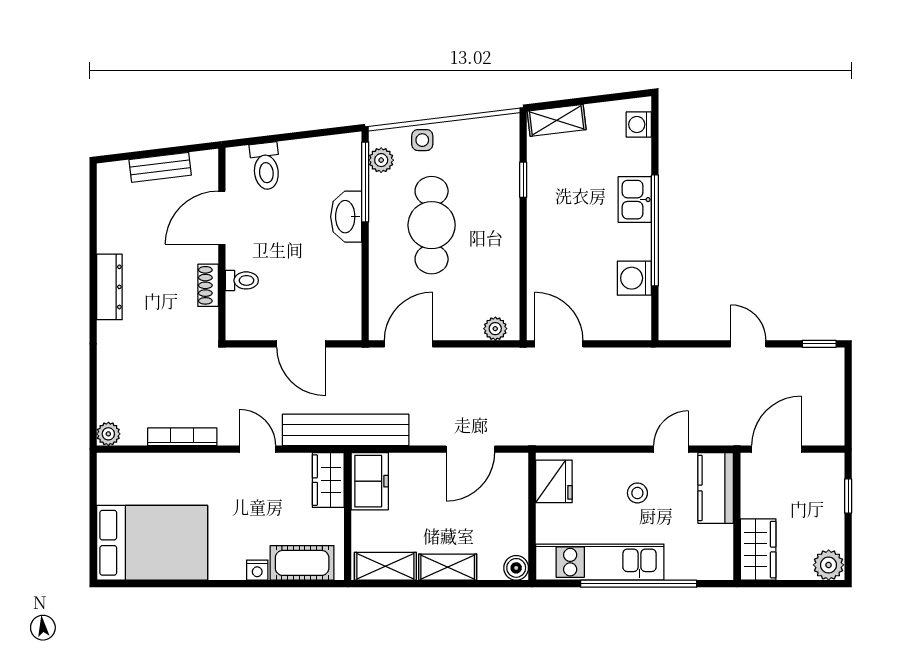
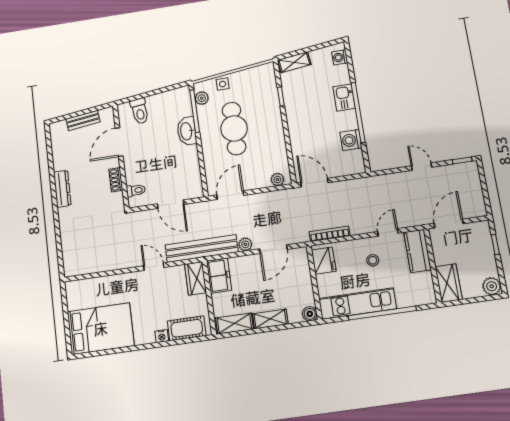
toilet: (242, 280) -> (136, 190), moved
plant: (108, 434) -> (245, 244), moved
bookcase: (182, 437) -> (330, 234), moved

